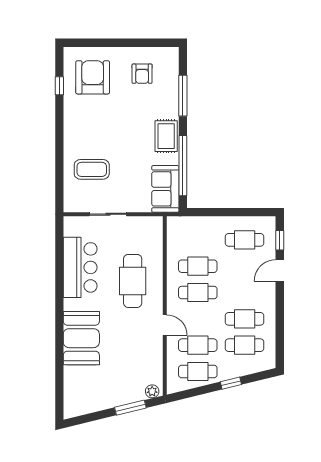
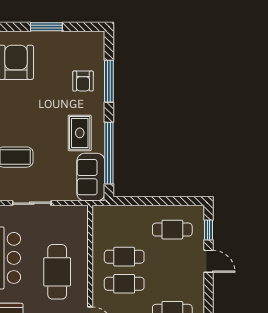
window: (122, 43) -> (46, 27), added
armchair: (142, 74) -> (83, 81), moved
rug: (166, 136) -> (80, 133), moved
door: (280, 271) -> (209, 261), swing flipped

